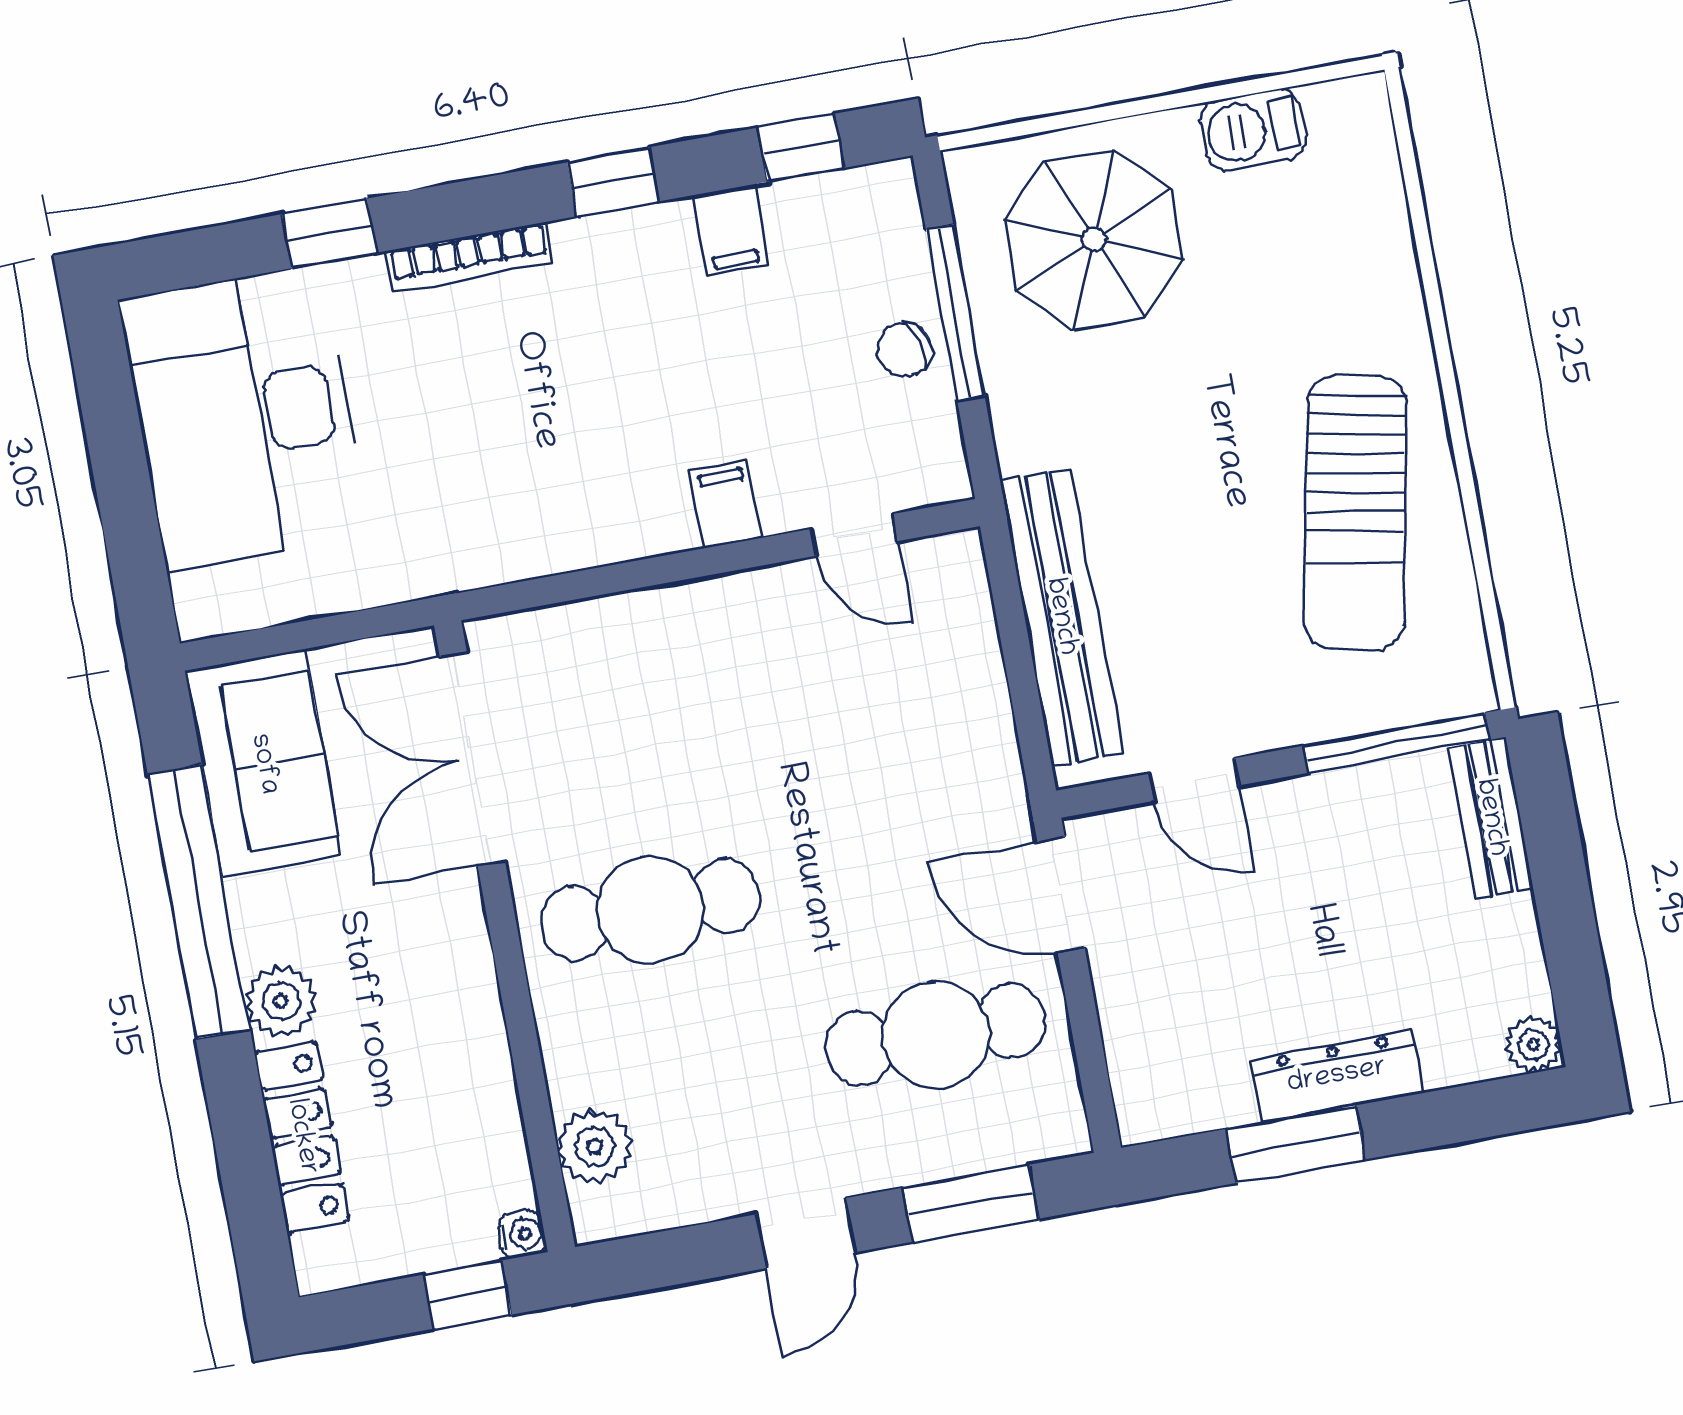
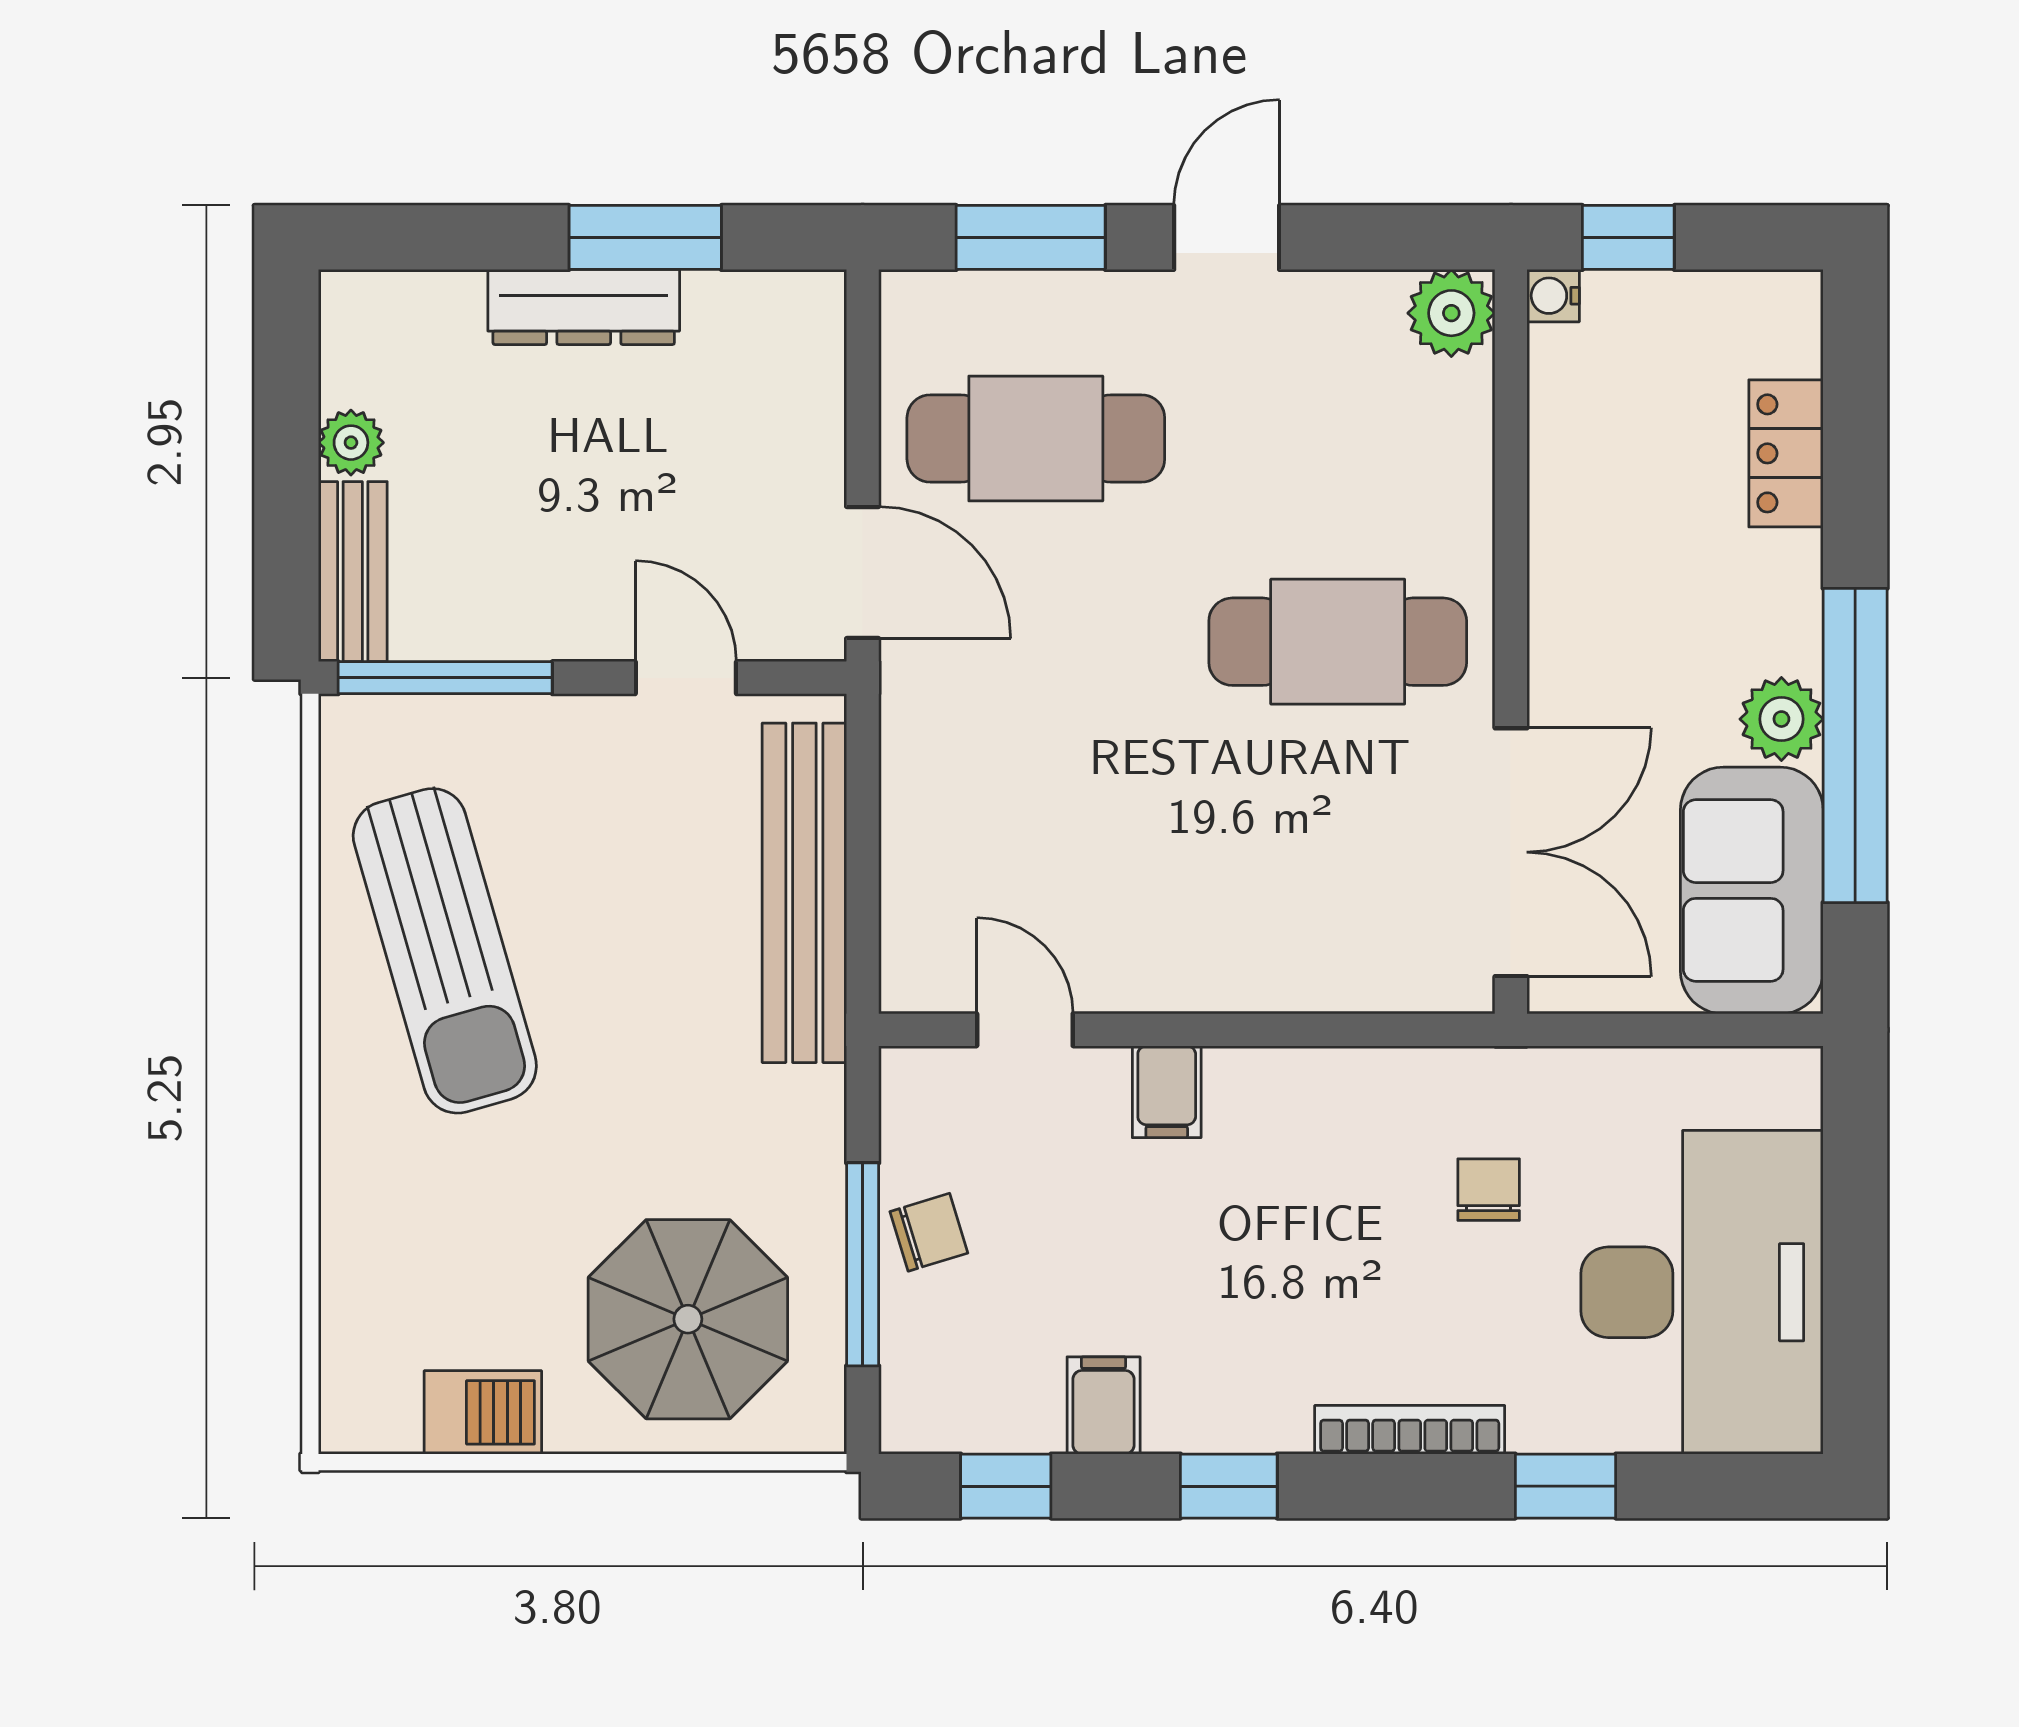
chair: (439, 471) -> (1489, 1190), added
sun lounger: (1355, 513) -> (445, 951), turned 153
plant: (281, 1001) -> (1781, 719), moved
plant: (1533, 1045) -> (351, 443), moved
locker: (302, 1137) -> (1786, 453), width x0.66
plant: (595, 1146) -> (1451, 313), moved

